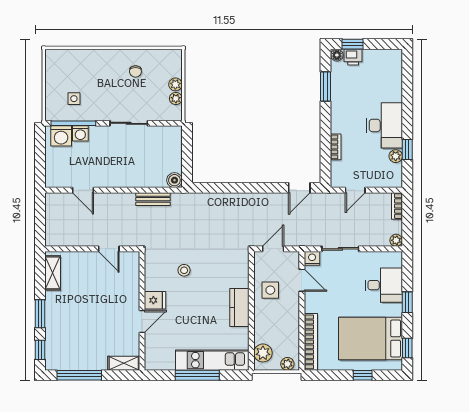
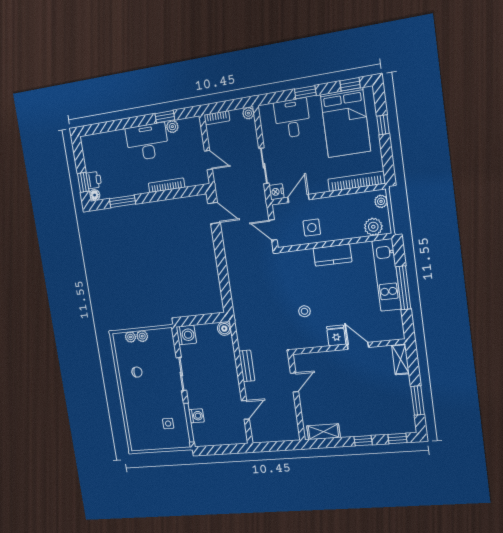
plant: (176, 99) -> (130, 337), moved
washing machine: (61, 136) -> (186, 335), moved
bookcase: (336, 147) -> (167, 185), width x1.56
bench: (153, 199) -> (247, 366), moved
window: (40, 314) -> (363, 441), width x0.67
window: (79, 375) -> (417, 400), width x0.69

